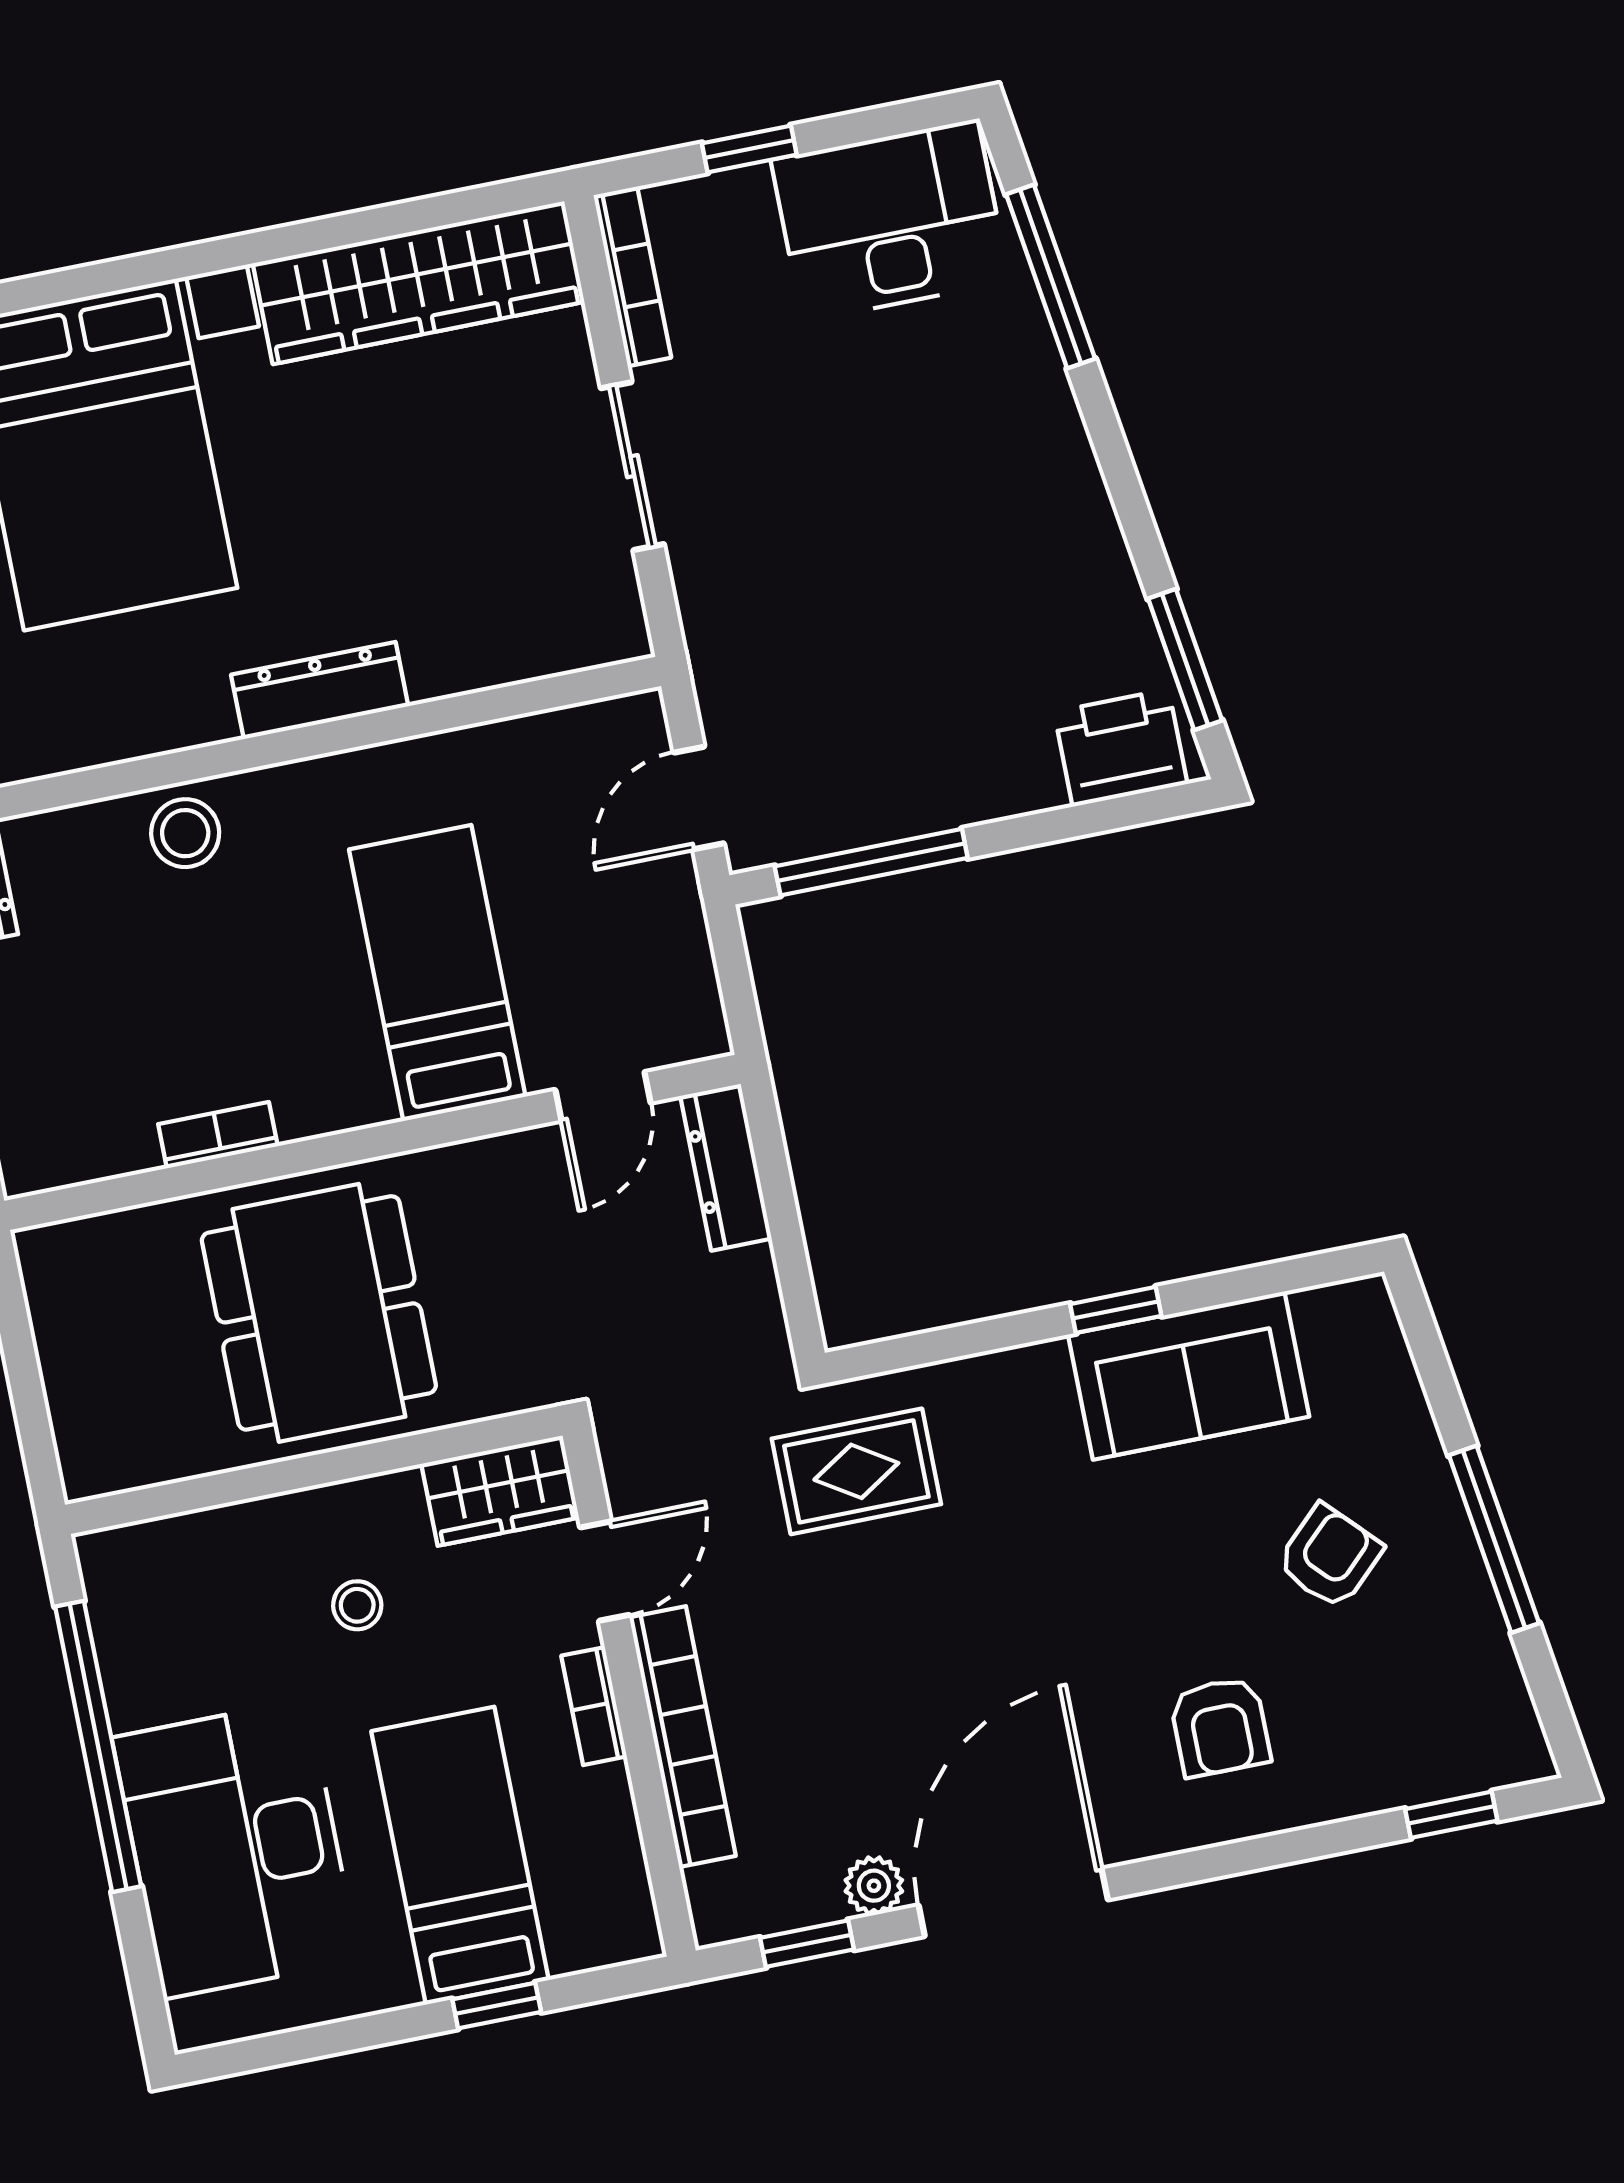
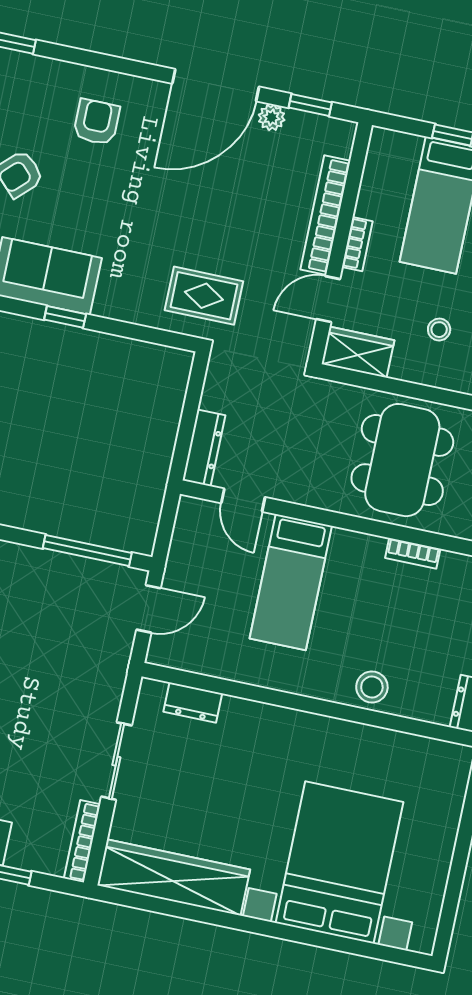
dresser: (320, 690) -> (193, 703), moved, width x0.70
door: (603, 1096) -> (243, 500), swing flipped

